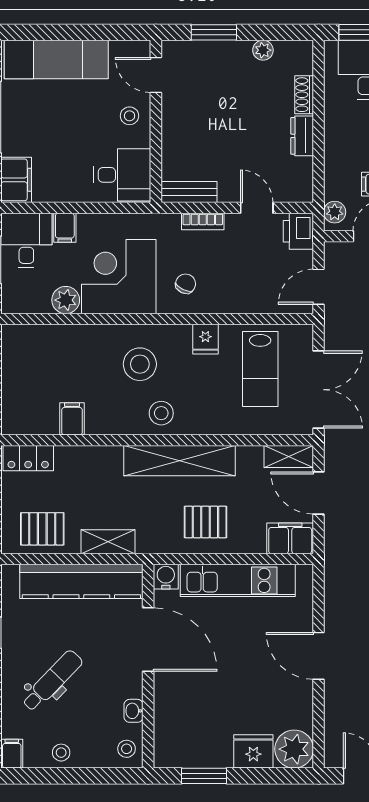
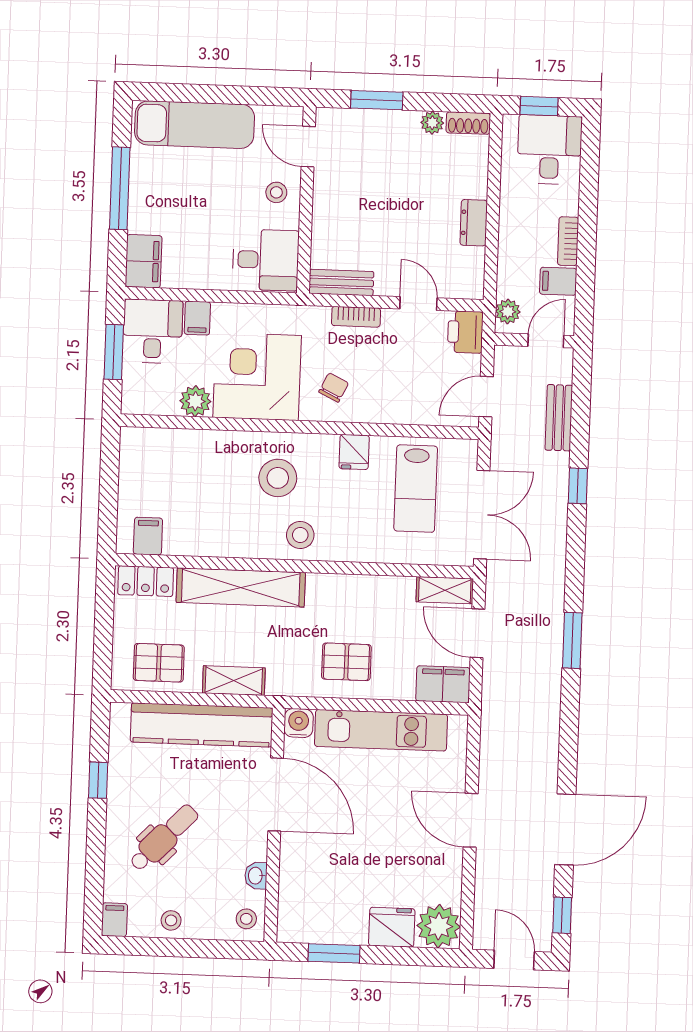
shoe rack: (304, 95) -> (468, 123), moved, turned -90
filing cabinet: (72, 419) -> (148, 536), moved
shelving: (179, 461) -> (241, 587), moved

